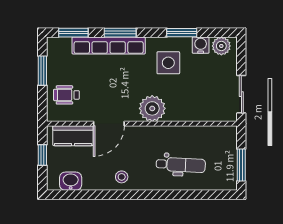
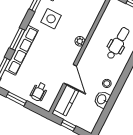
plant: (152, 108) -> (80, 41), width x0.53, depth x0.53
washbasin: (71, 181) -> (102, 99), moved

